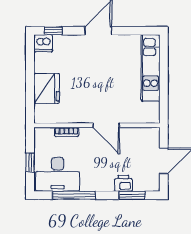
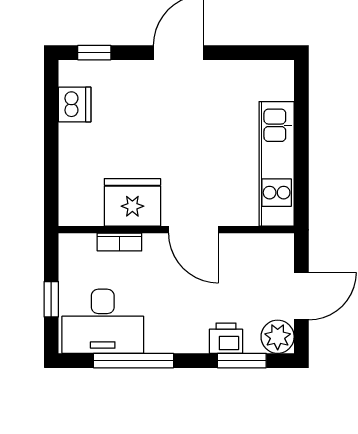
dishwasher: (43, 43) -> (75, 104), moved, turned -90
kitchen unit: (151, 68) -> (277, 164), moved
fridge: (47, 88) -> (132, 202), moved, turned -90
plant: (151, 183) -> (278, 337), added

